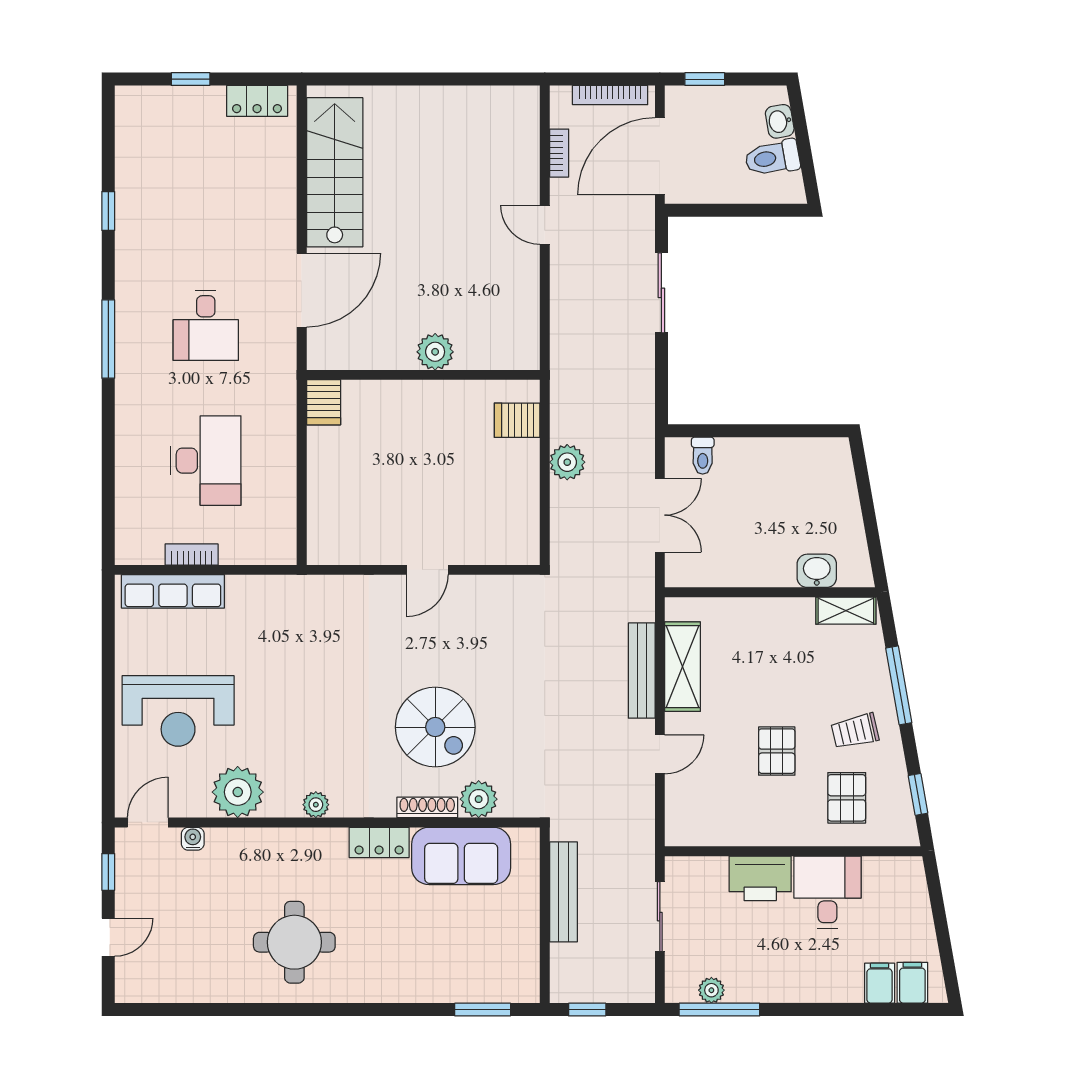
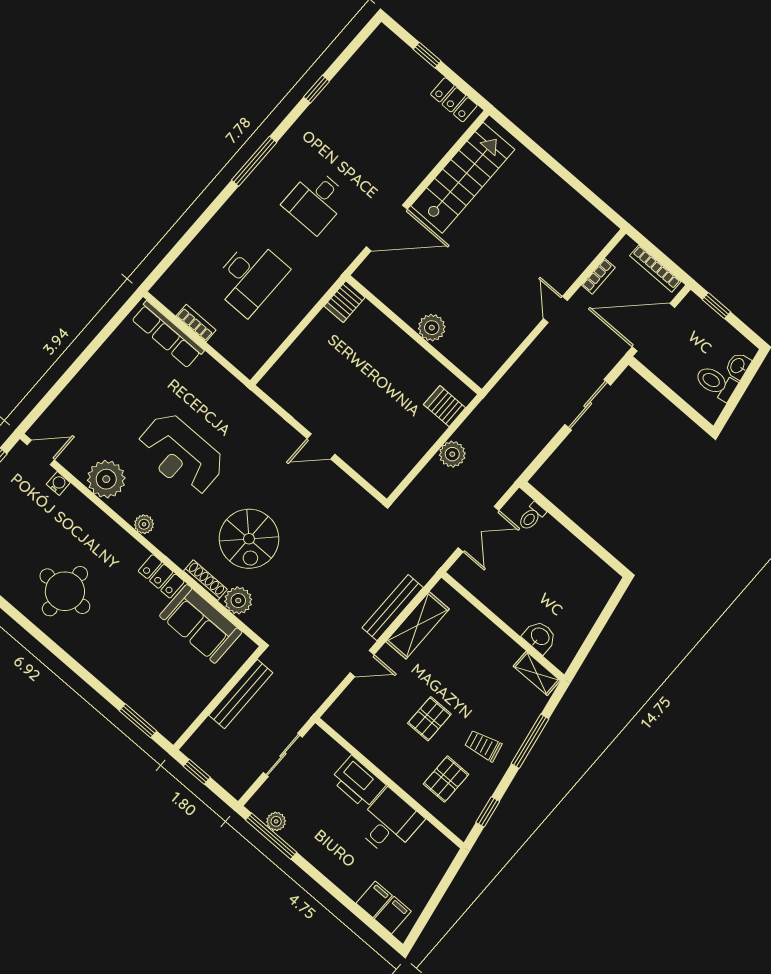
reception desk: (178, 711) -> (181, 454), moved

